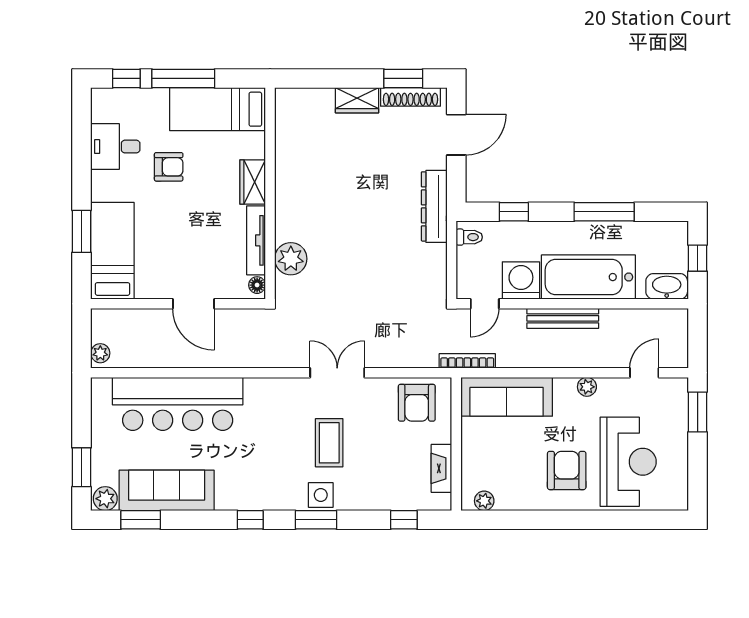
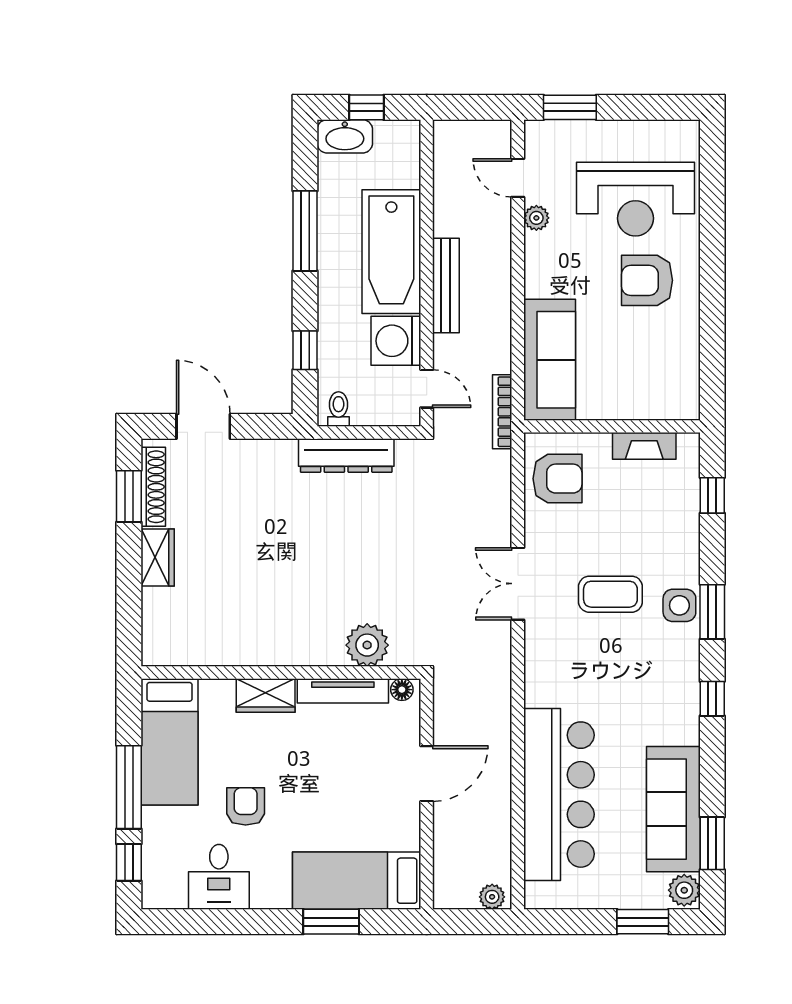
dresser: (434, 206) -> (346, 455), moved
washbasin: (667, 286) -> (345, 136), moved, turned -90
plant: (587, 387) -> (536, 218), moved
reception desk: (628, 462) -> (635, 199), turned 180
plant: (484, 501) -> (687, 389), removed

